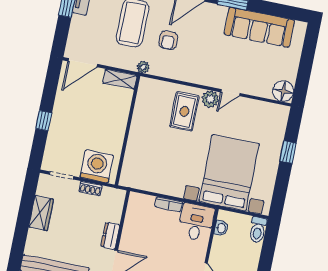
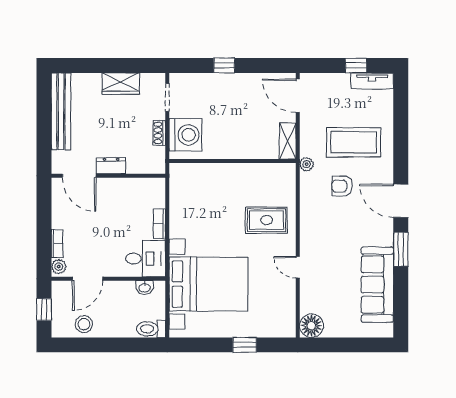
plant: (210, 99) -> (286, 246), removed

